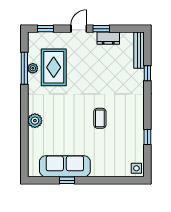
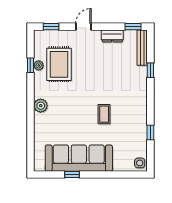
window: (101, 29) -> (133, 27), moved
window: (24, 68) -> (30, 65), width x0.46
plant: (35, 121) -> (41, 106), moved
sofa: (65, 166) -> (79, 158), width x1.36, depth x1.27

